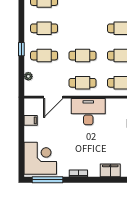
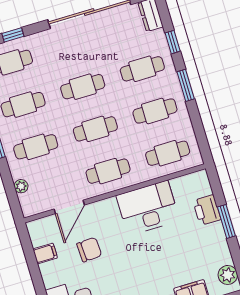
cafe table: (83, 28) -> (83, 87), added
desk: (88, 112) -> (148, 208), moved
chair: (57, 126) -> (89, 250), added

